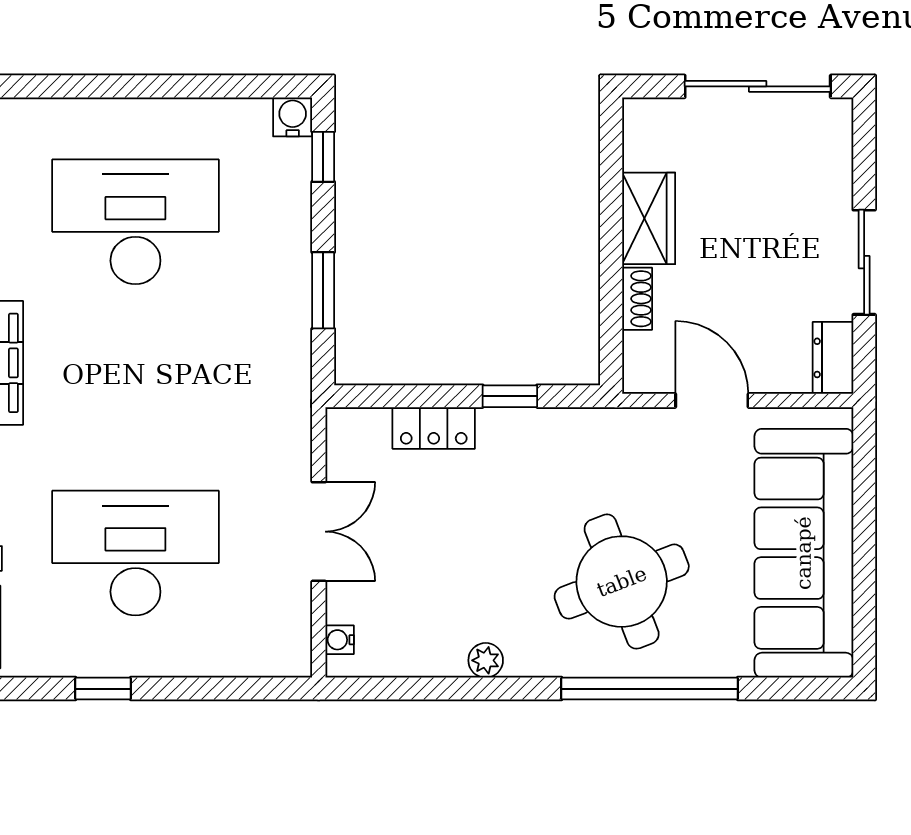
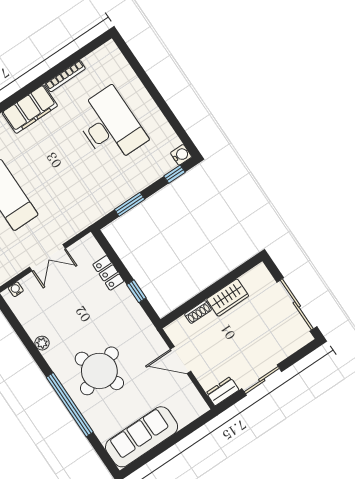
door: (712, 401) -> (181, 360), swing flipped
sofa: (804, 553) -> (142, 437), width x0.74, depth x0.79

